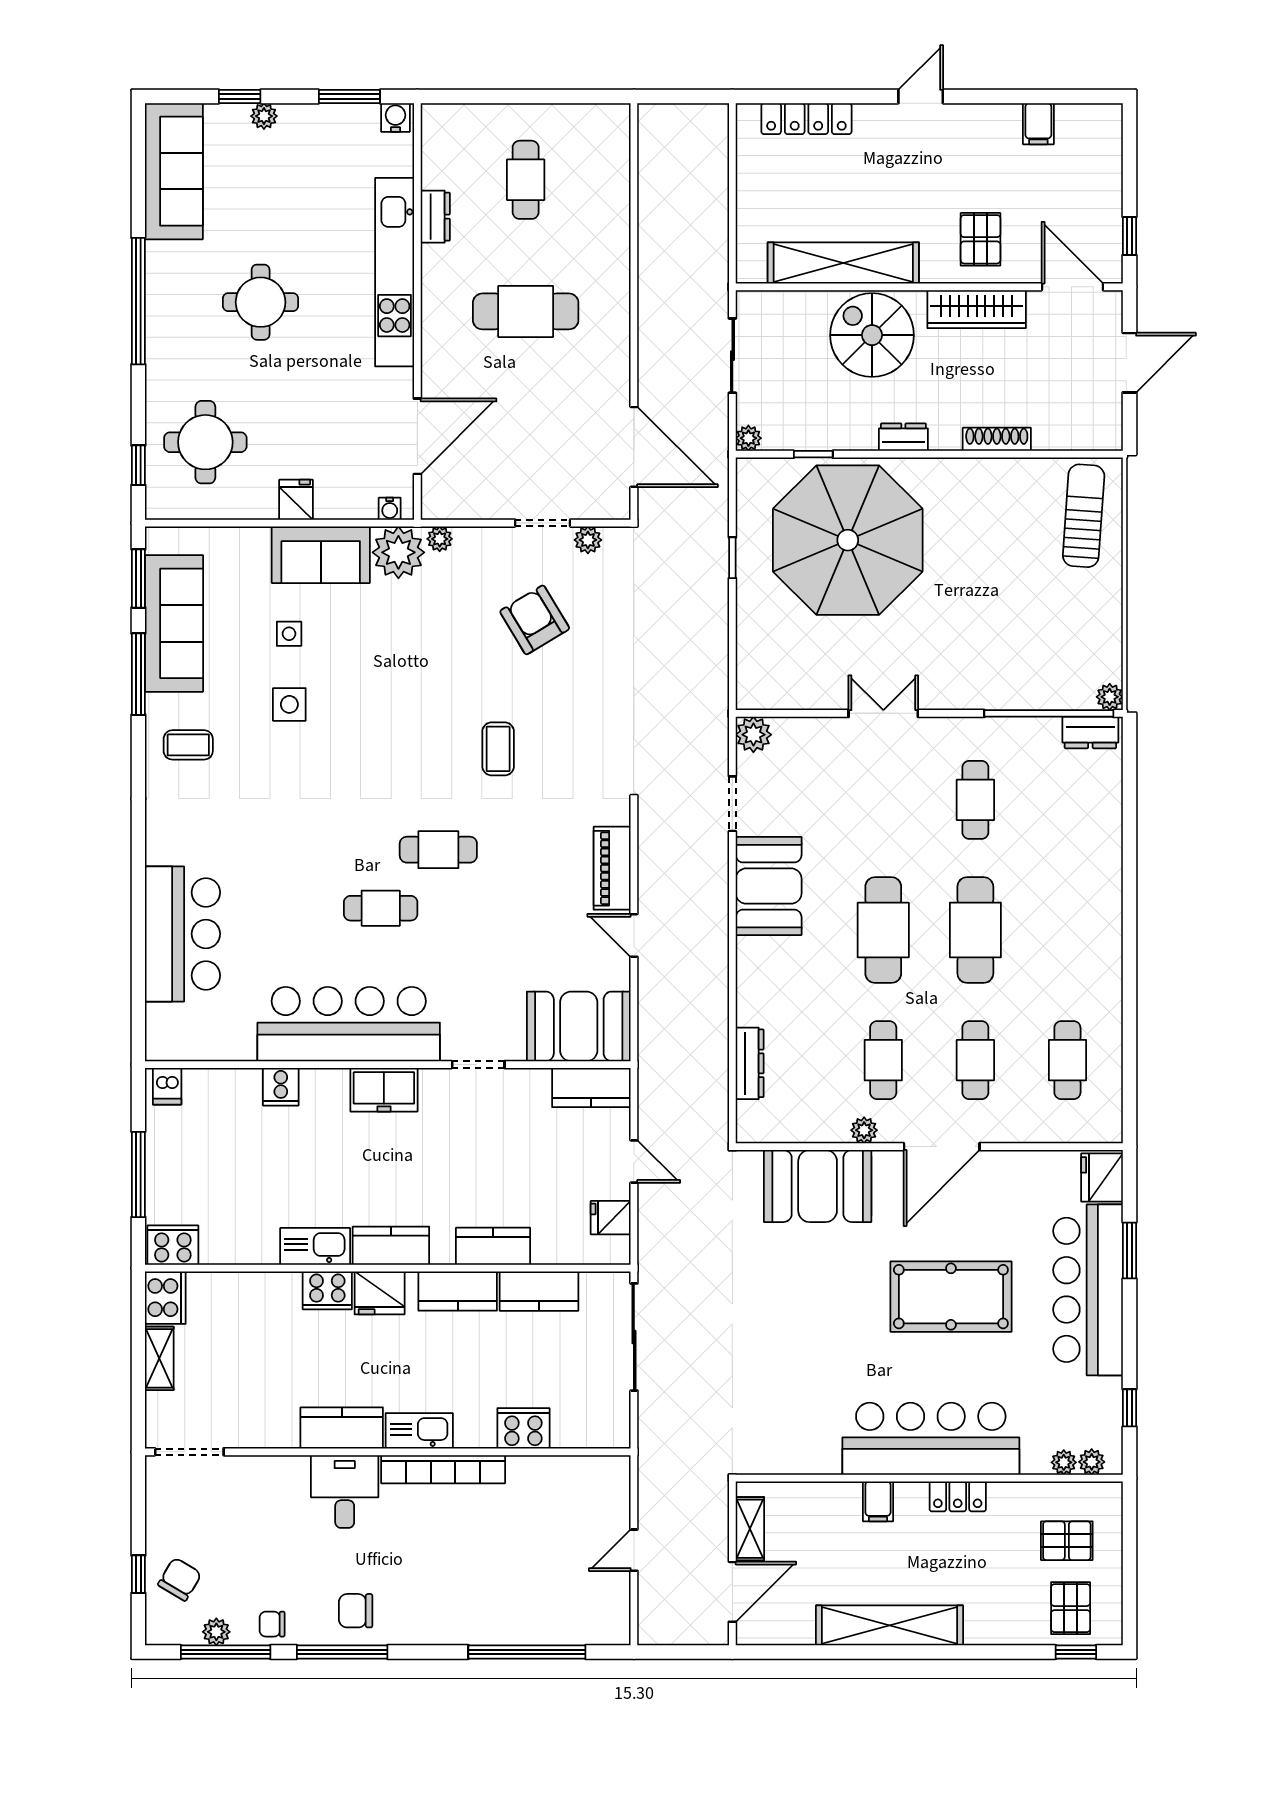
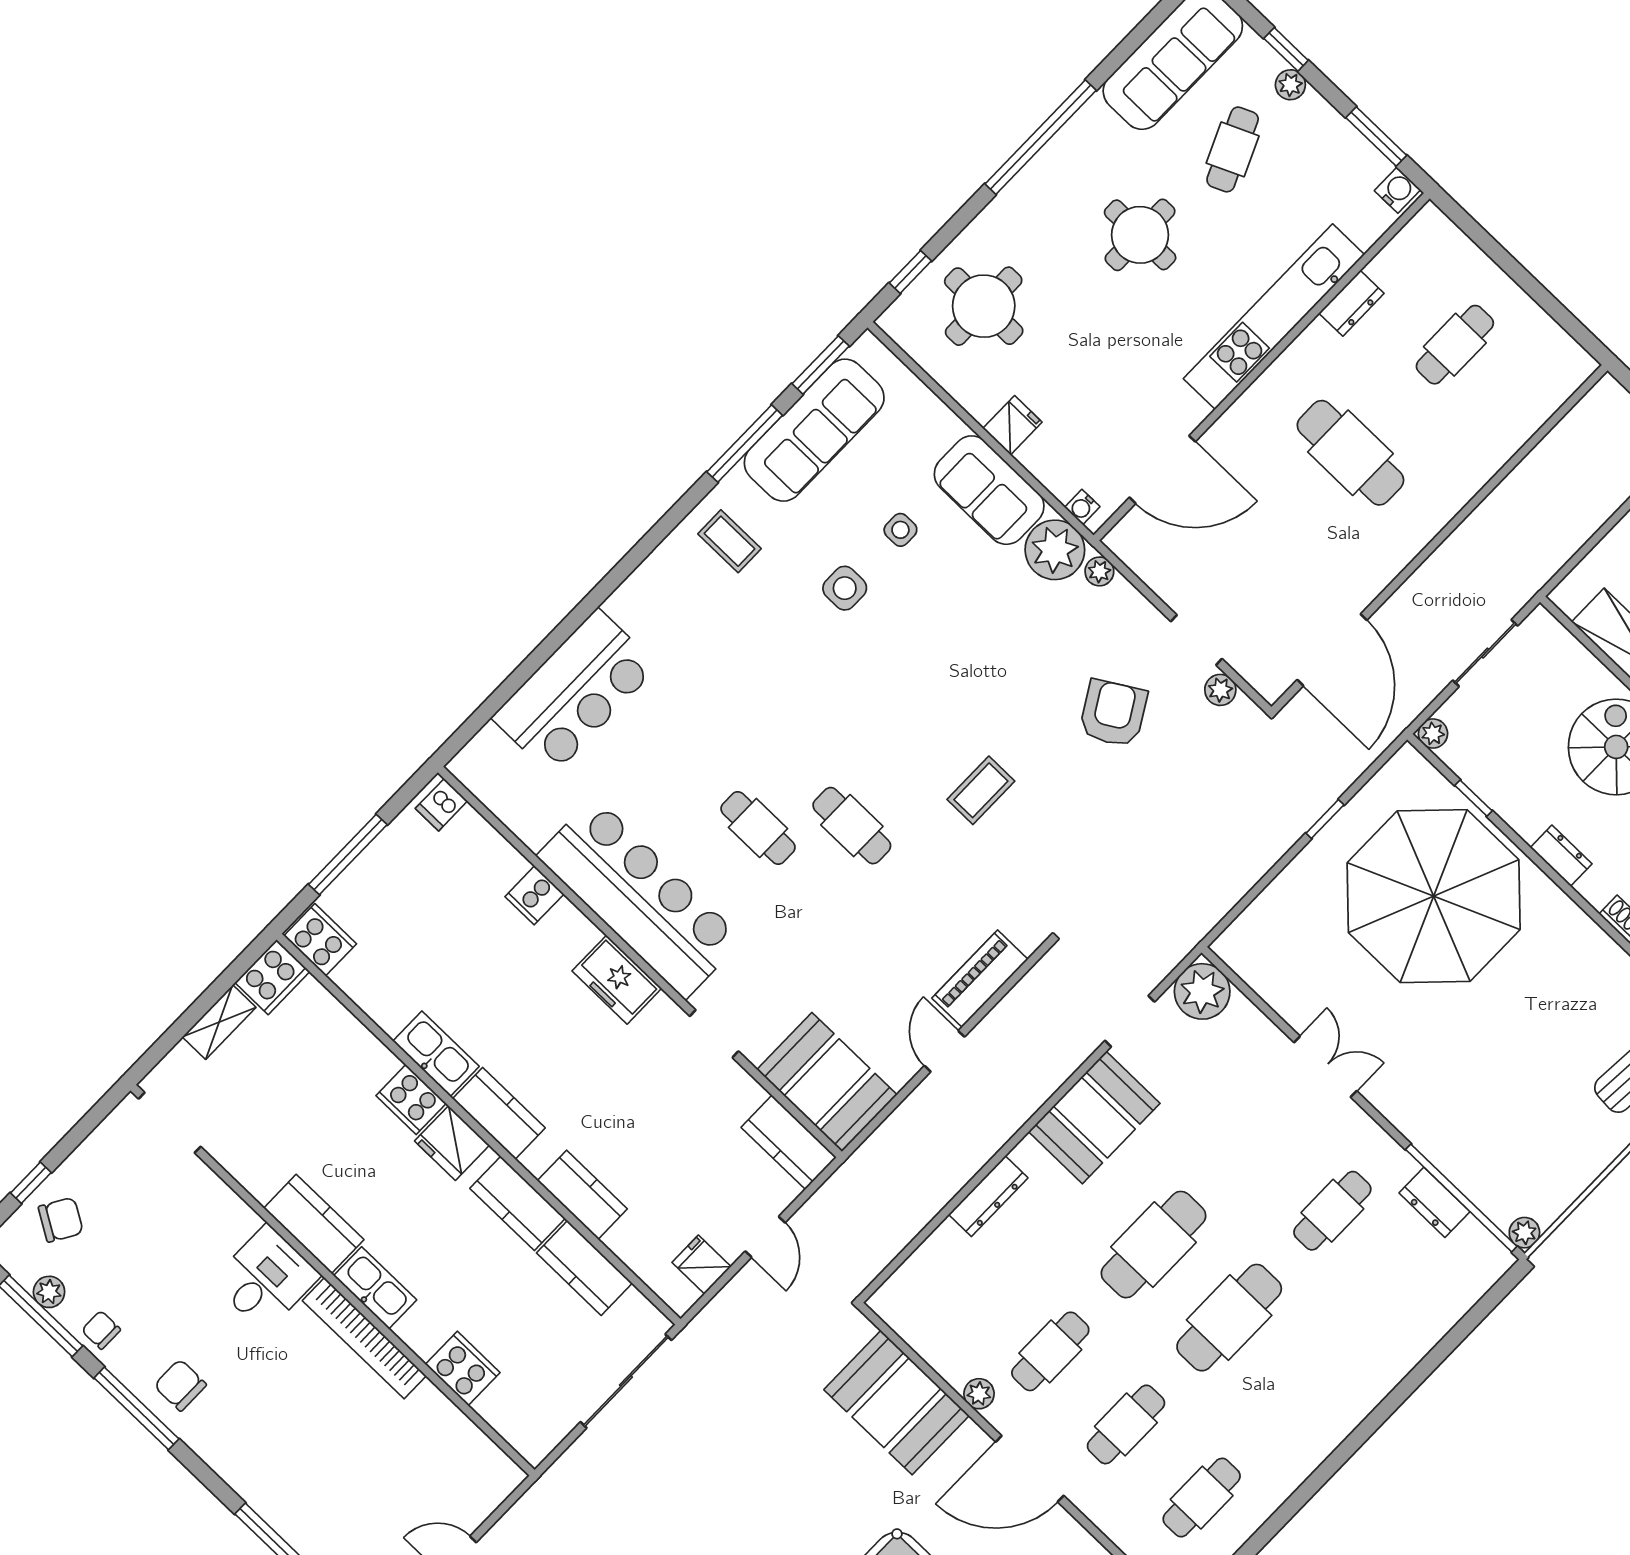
cafe table: (267, 192) -> (1233, 149), added
dresser: (1090, 732) -> (1434, 1202), moved
plant: (753, 735) -> (1202, 991), width x1.36, depth x1.36
dresser: (750, 1063) -> (988, 1196), moved

